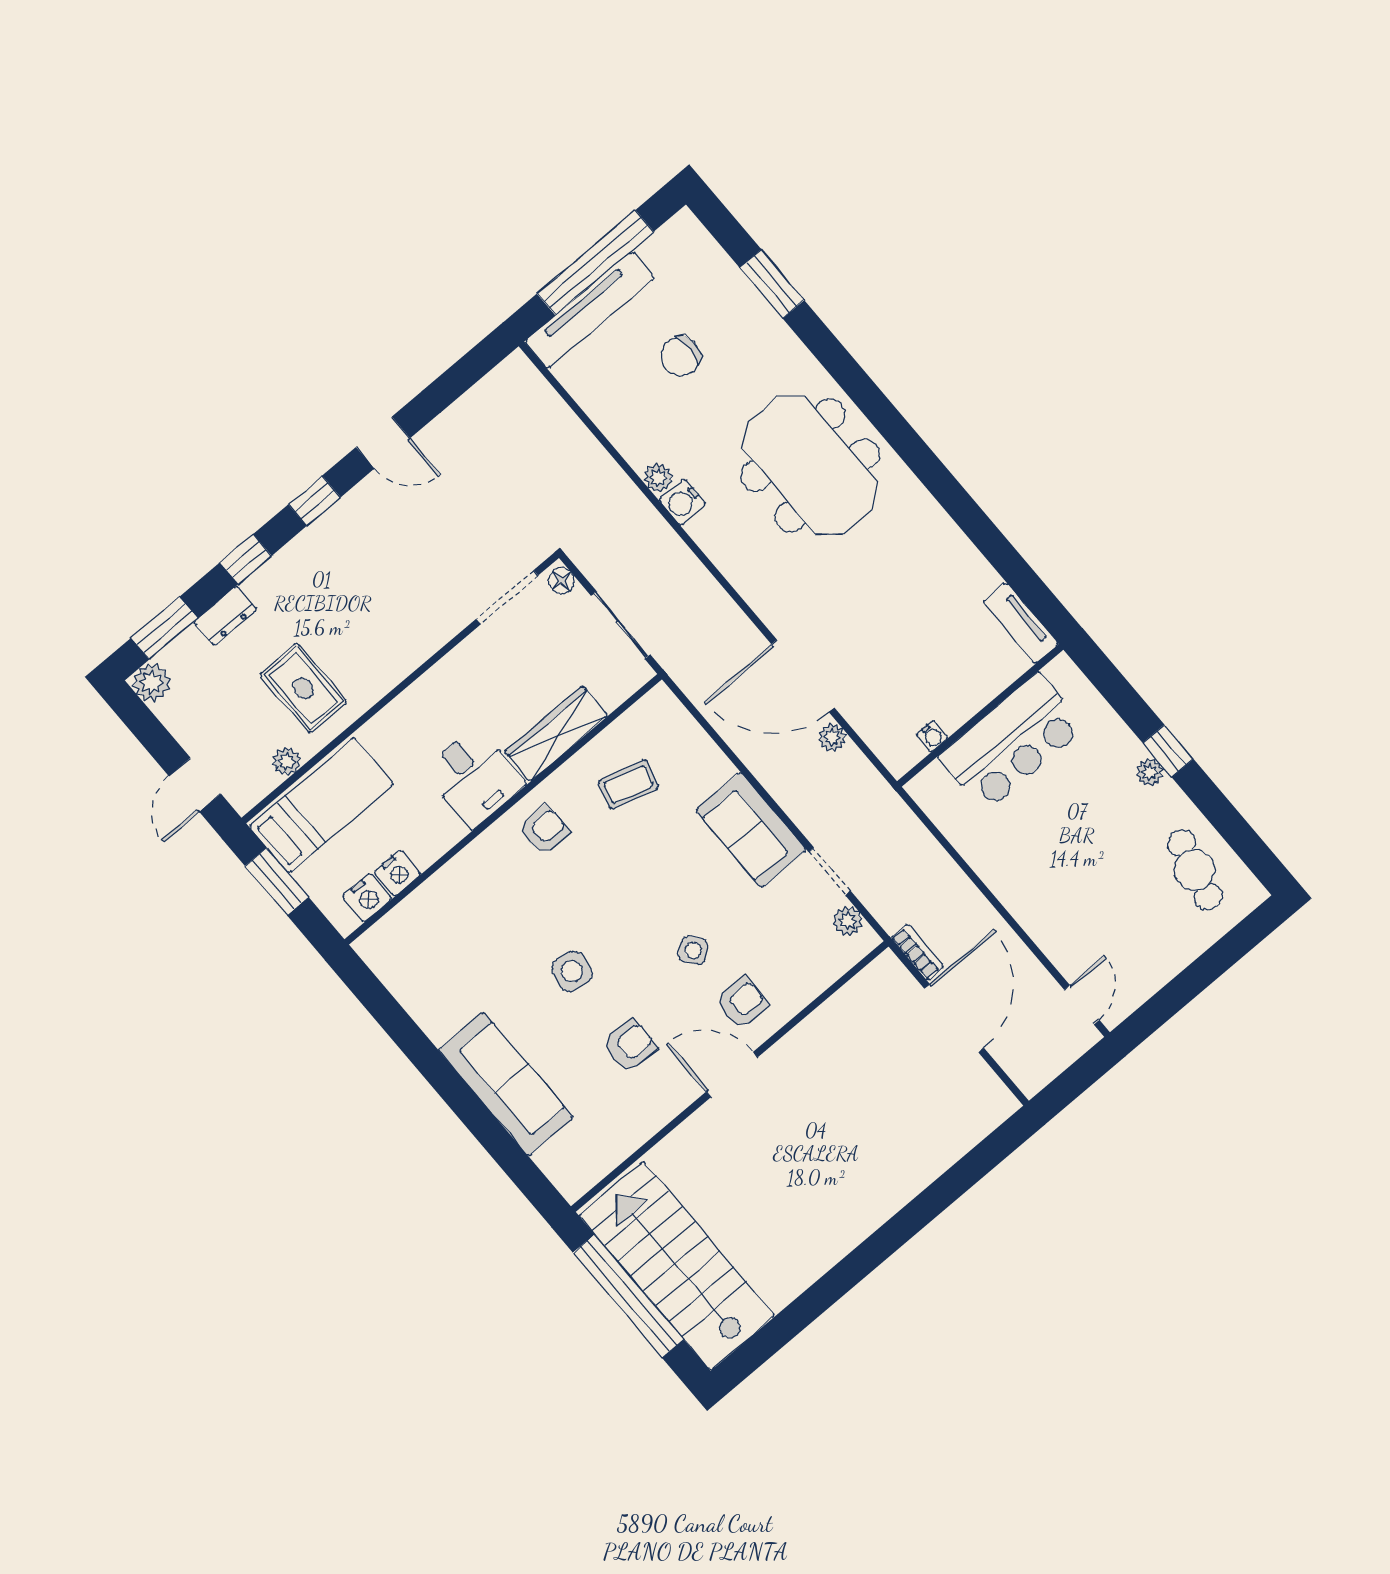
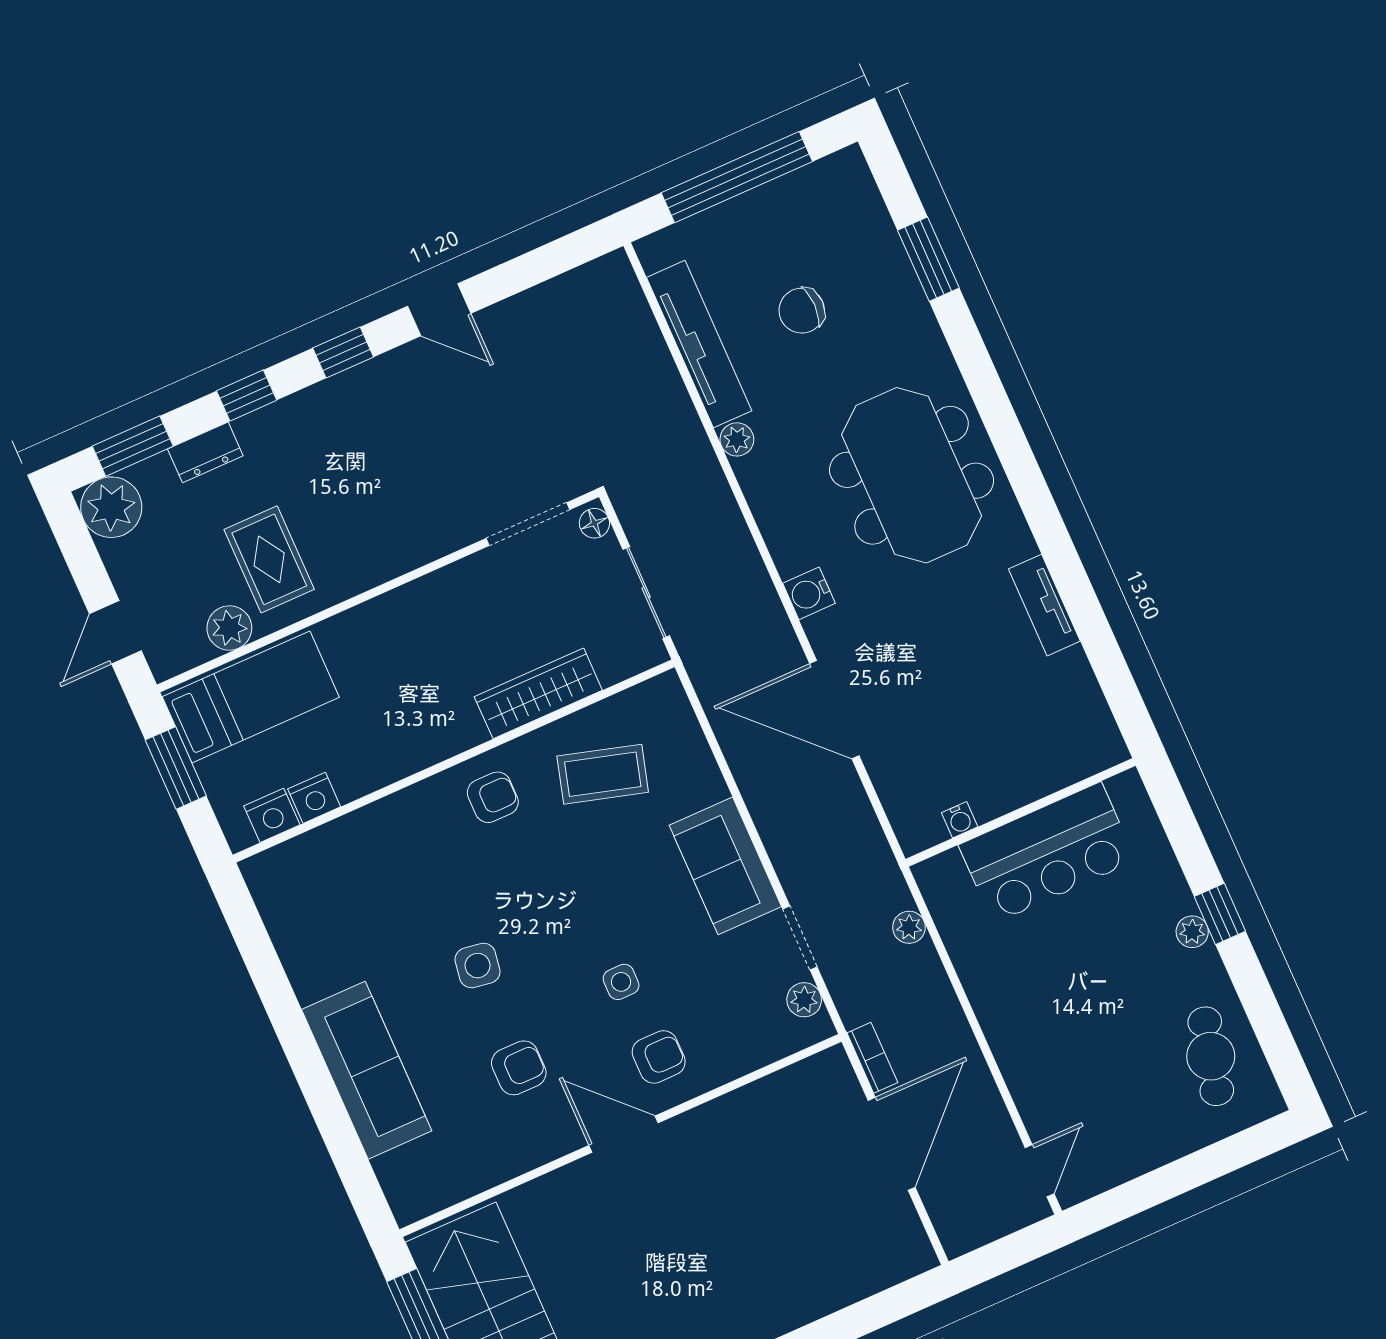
tv unit: (589, 310) -> (699, 344), moved, turned -90
water cooler: (682, 502) -> (809, 593), moved
tv unit: (1021, 623) -> (1044, 605), moved
plant: (152, 682) -> (111, 507), width x1.36, depth x1.36
plant: (832, 737) -> (909, 927), moved
plant: (287, 761) -> (229, 628), width x1.38, depth x1.38
desk: (474, 777) -> (432, 715), removed
coffee table: (628, 784) -> (603, 774), width x1.36, depth x1.30
side table: (693, 950) -> (621, 982), turned 37

